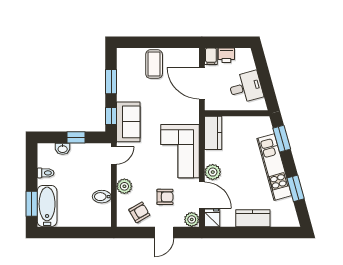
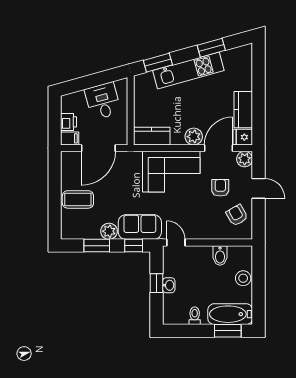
washbasin: (63, 149) -> (169, 285), moved
plant: (124, 186) -> (109, 231), moved
stool: (81, 218) -> (243, 278), added
kitchen counter: (253, 218) -> (243, 110), moved

